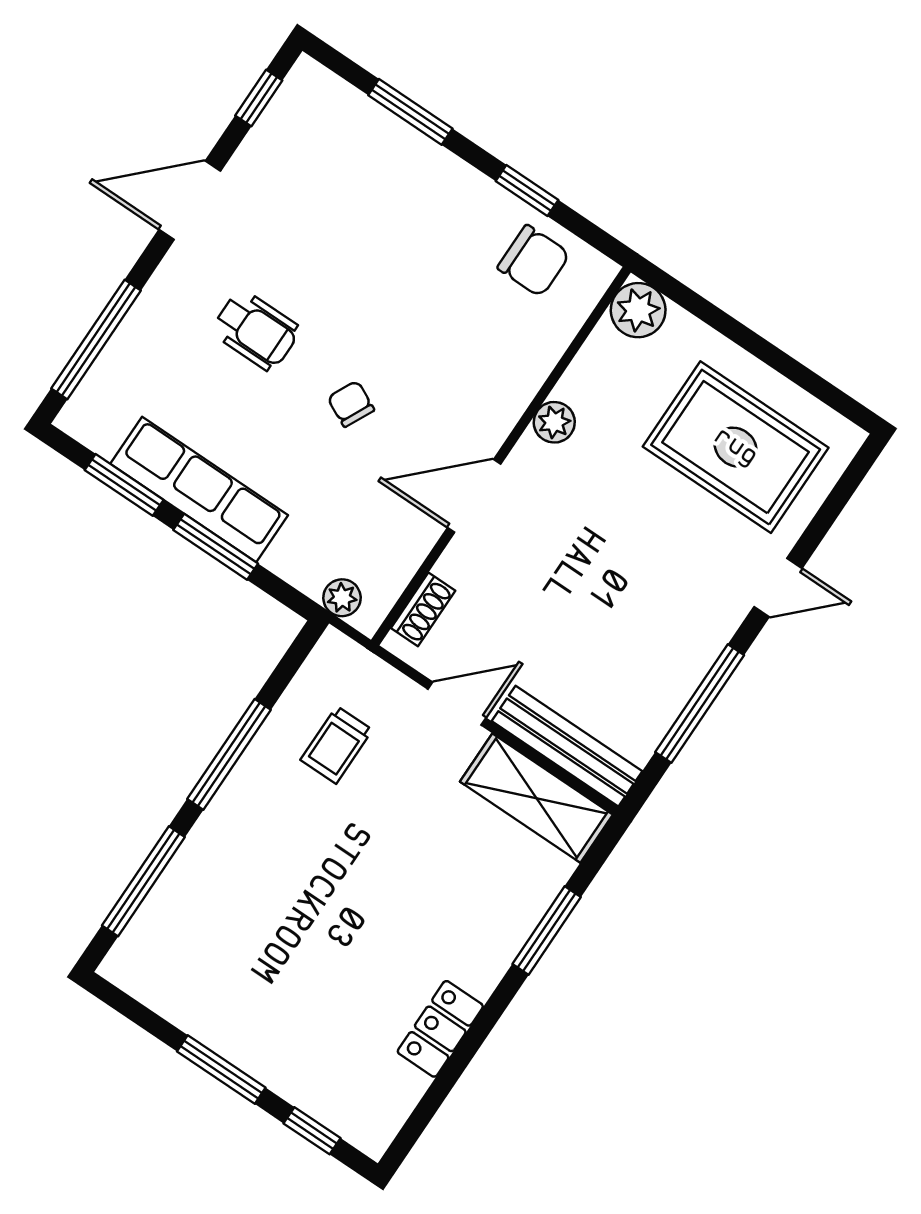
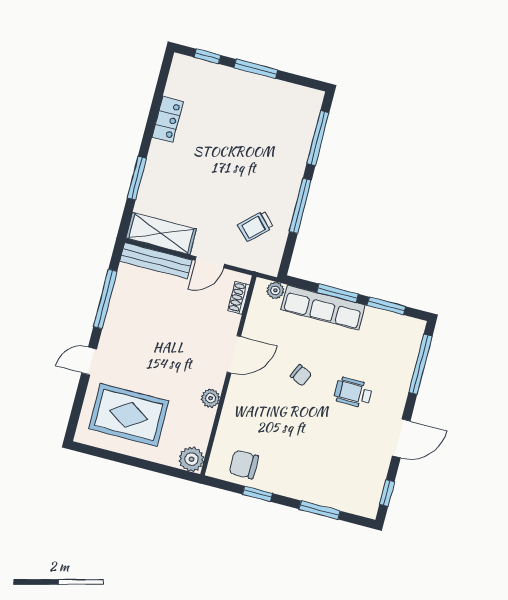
row of seats: (199, 489) -> (323, 307), moved
trolley: (336, 745) -> (255, 226), turned -134

